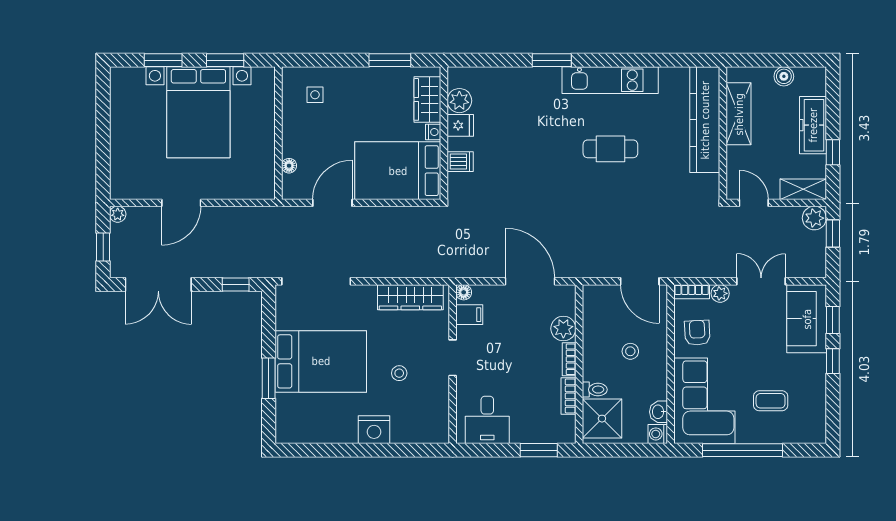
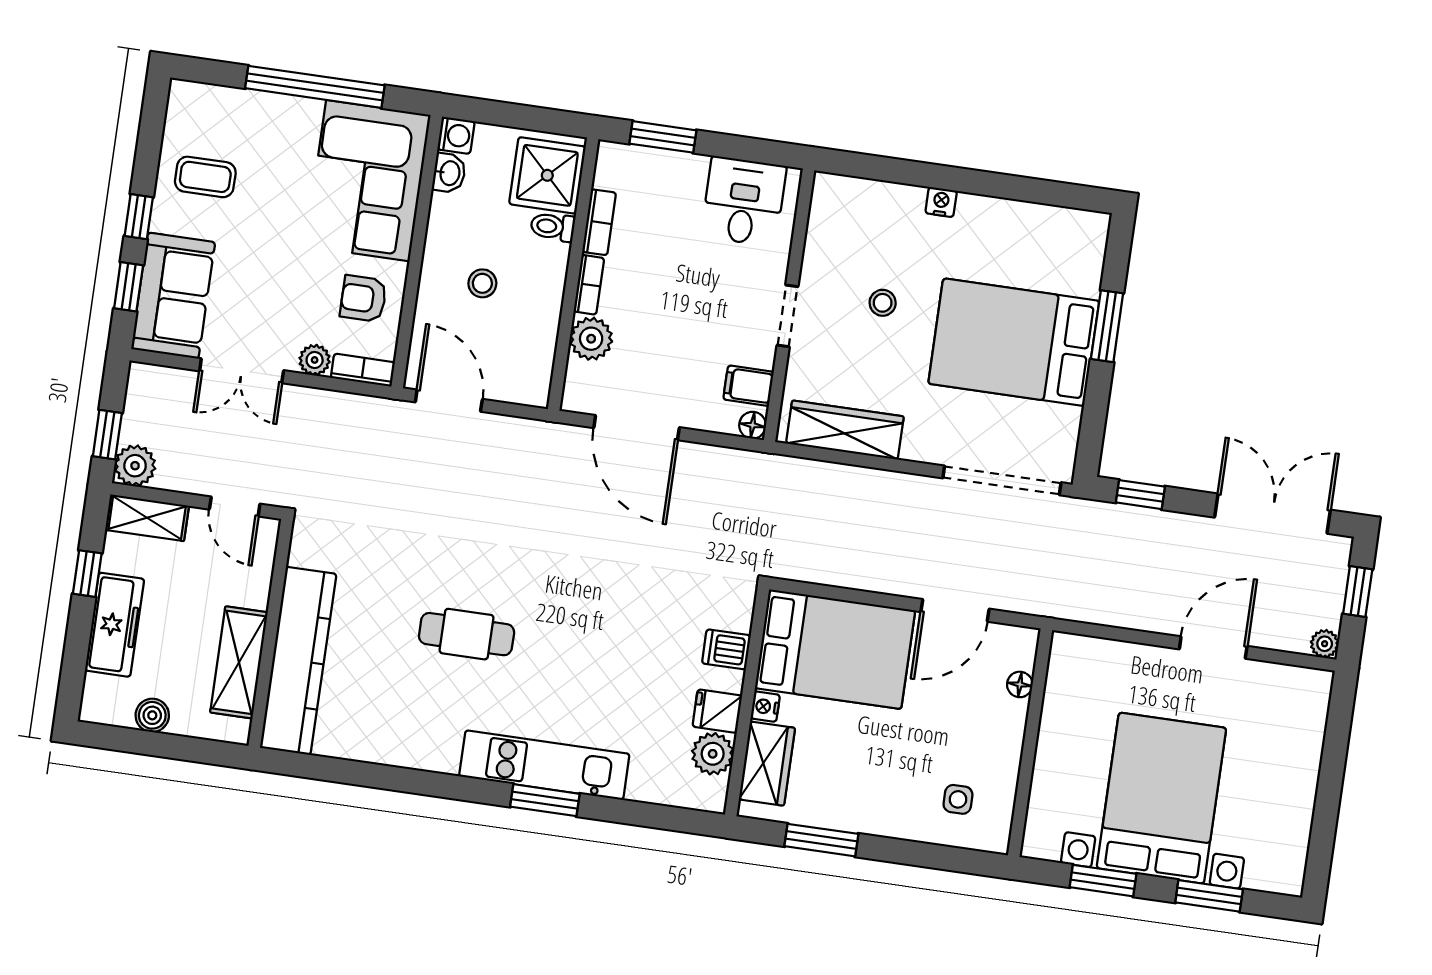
kitchen unit: (610, 80) -> (544, 765), moved
armchair: (697, 333) -> (363, 299), turned 93
coffee table: (771, 401) -> (205, 177), moved
nightstand: (374, 430) -> (941, 202), width x0.53, depth x0.56

